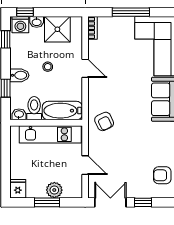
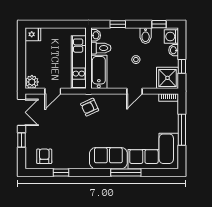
window: (25, 12) -> (182, 66), moved
shower: (57, 29) -> (167, 78), moved
bidet: (19, 75) -> (146, 36), moved
plant: (54, 190) -> (32, 82), moved
window: (47, 202) -> (21, 59), removed

